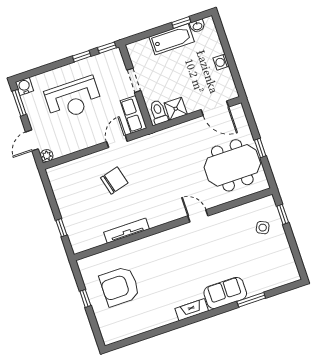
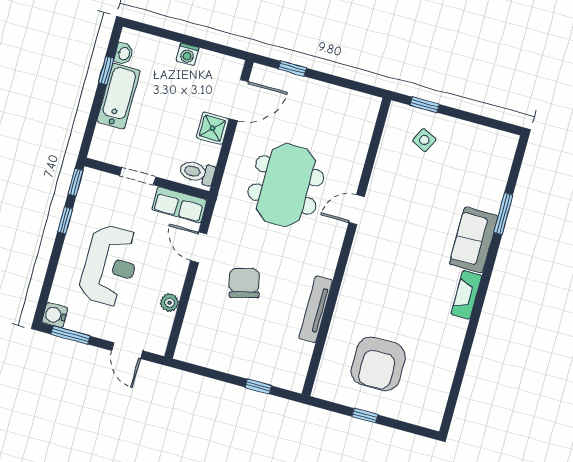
shower: (176, 109) -> (213, 128), moved
window: (260, 148) -> (292, 69), moved
plant: (47, 156) -> (170, 303), moved
meeting table: (232, 165) -> (286, 185), moved

